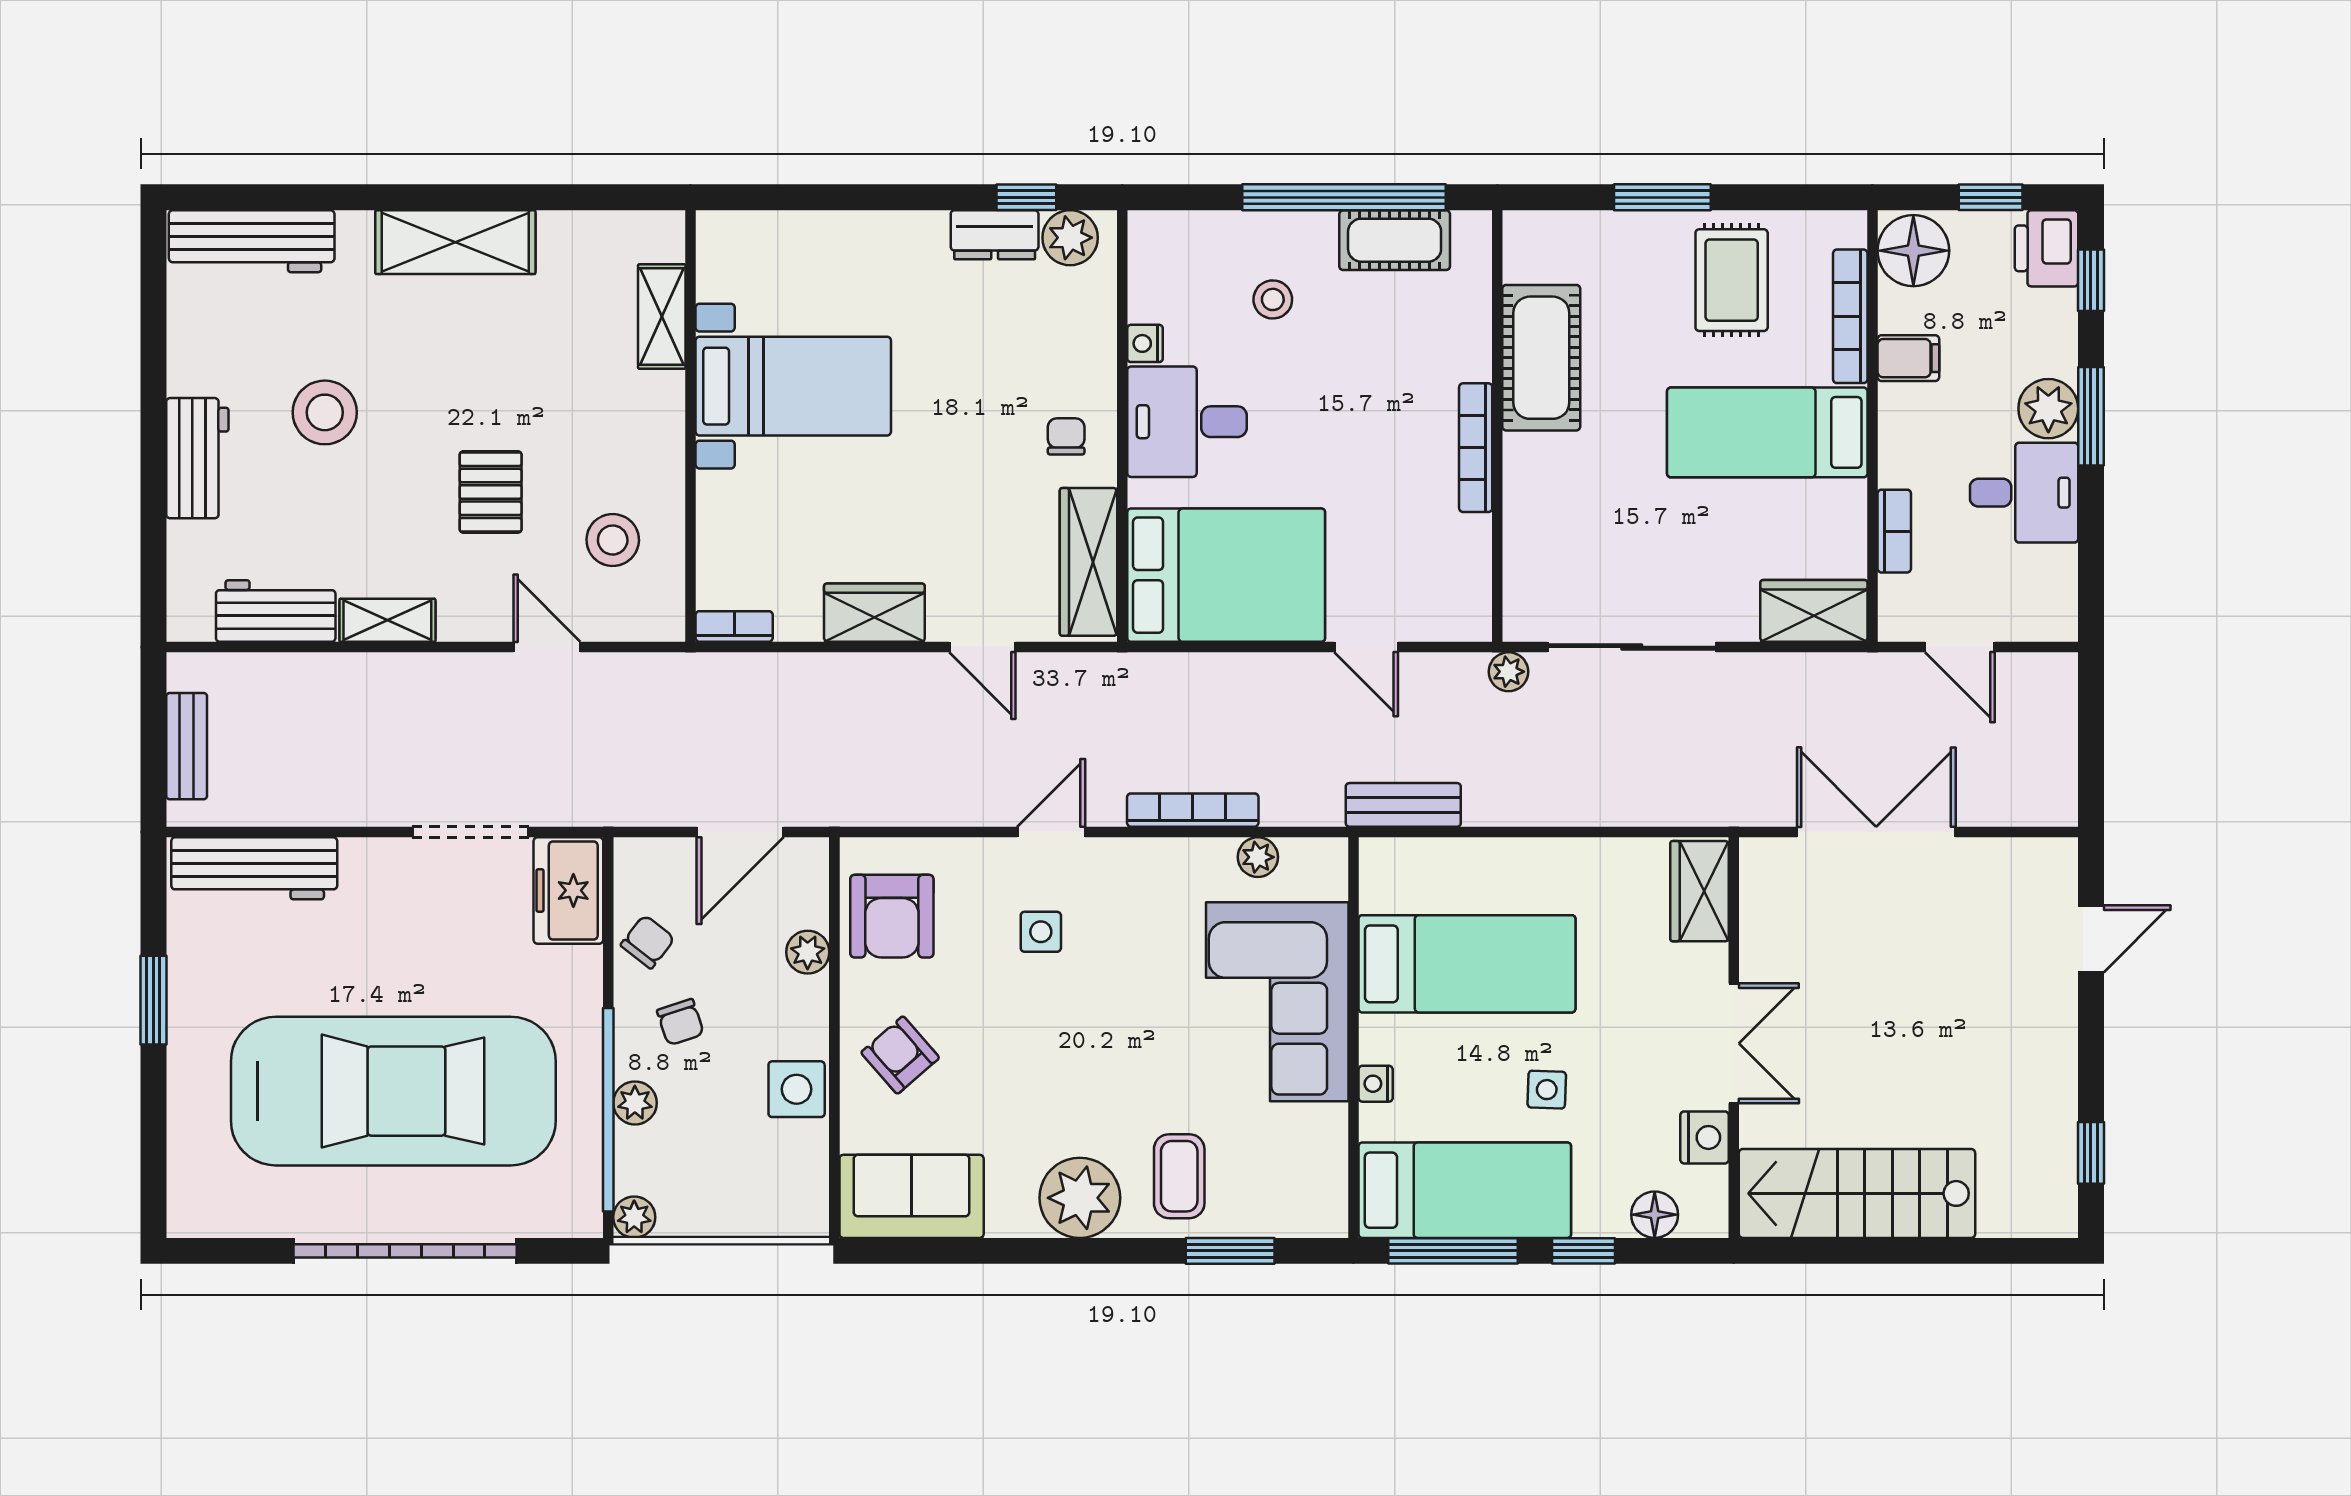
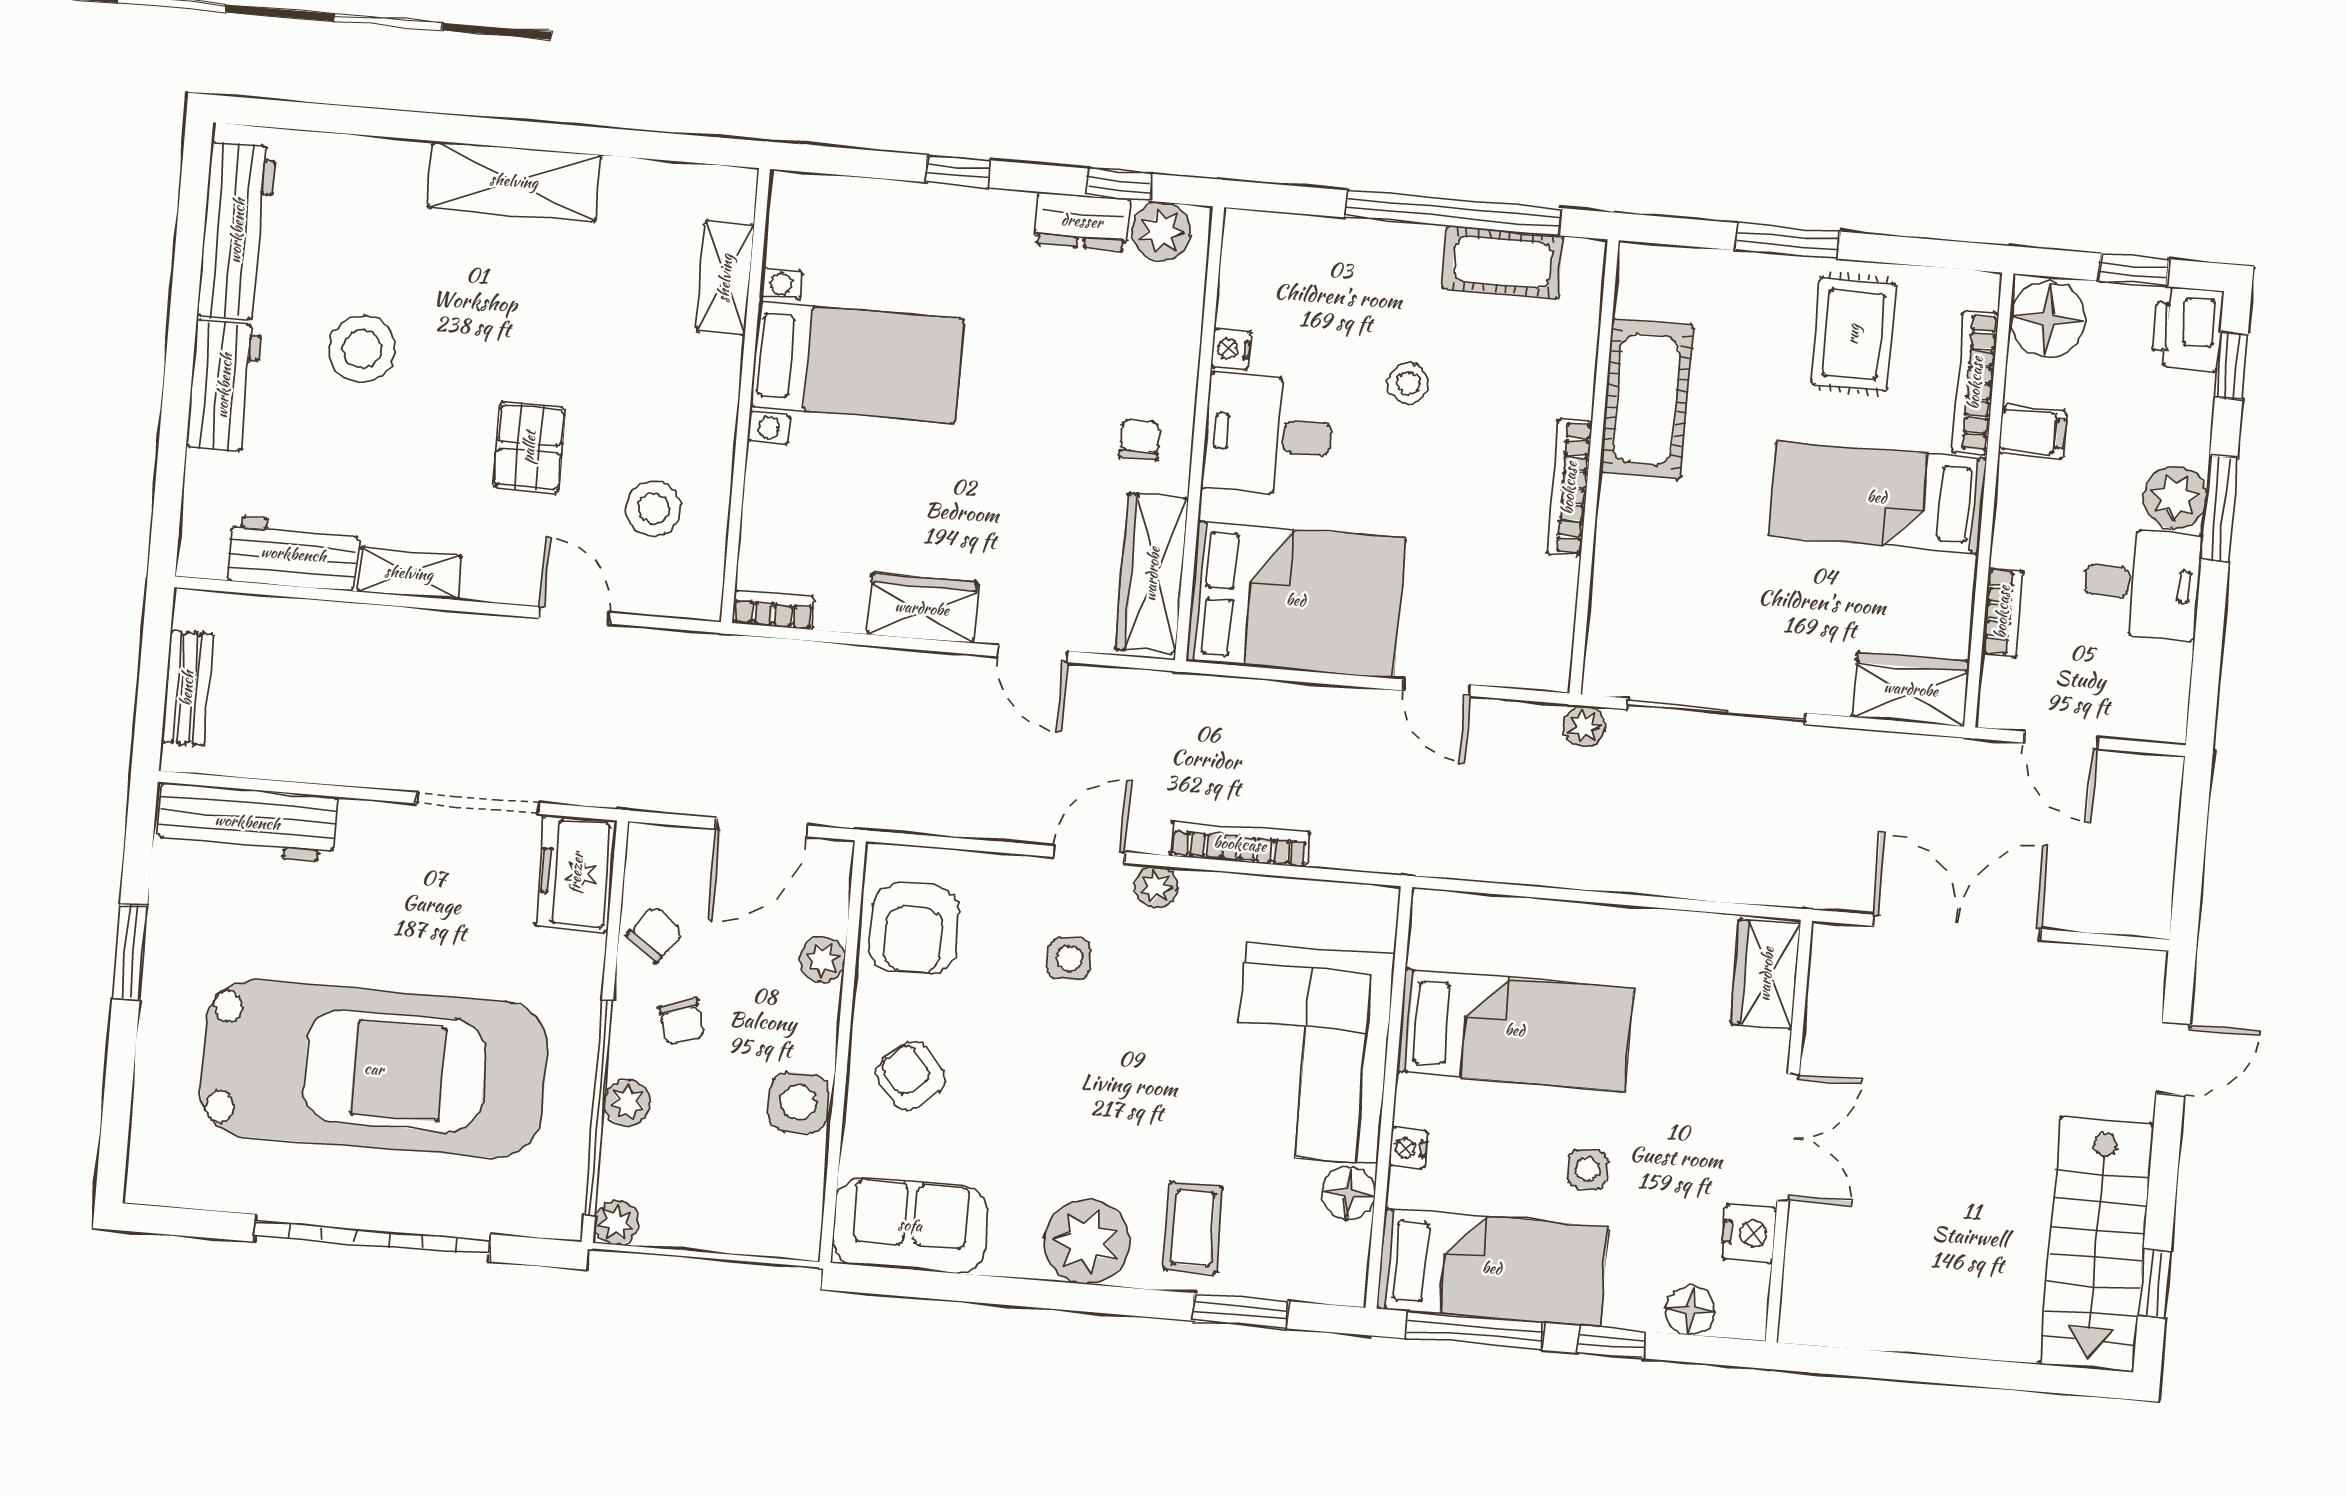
window: (874, 197) -> (958, 171), added
workbench: (252, 241) -> (237, 231), moved, turned -90
stool: (1273, 299) -> (1408, 383), moved
bench: (1403, 805) -> (1462, 857), removed
plant: (1258, 857) -> (1156, 887), moved
floor lamp: (1323, 1131) -> (1349, 1193), added
stairs: (1857, 1193) -> (2097, 1244), moved, turned -90

